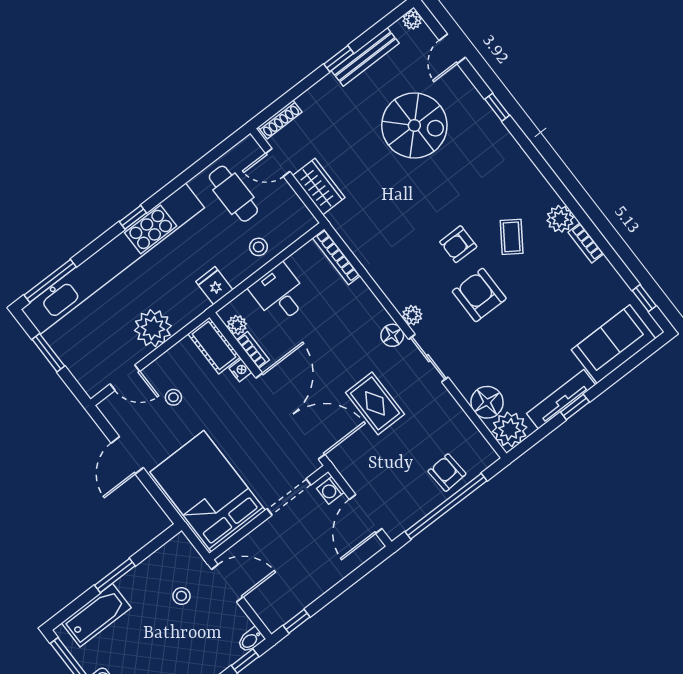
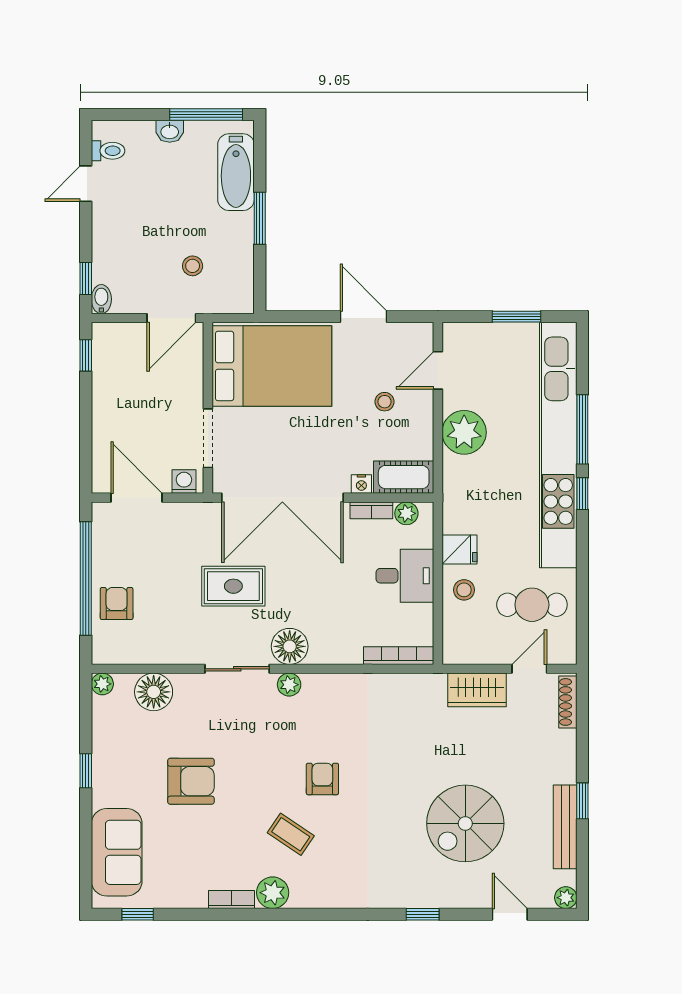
window: (50, 281) -> (582, 429), moved
fridge: (214, 286) -> (460, 550), moved
armchair: (479, 295) -> (191, 781), moved
floor lamp: (392, 335) -> (290, 646), width x1.38, depth x1.38
tv unit: (561, 399) -> (103, 763), removed
plant: (510, 429) -> (102, 684), width x0.53, depth x0.53
armchair: (447, 473) -> (117, 604), turned -86

